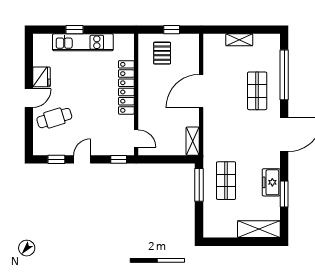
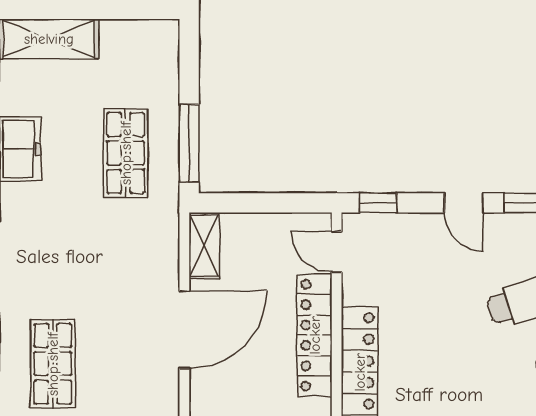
door: (201, 91) -> (184, 330), moved
locker: (146, 103) -> (315, 335), added
door: (82, 159) -> (464, 203), hinge flipped

